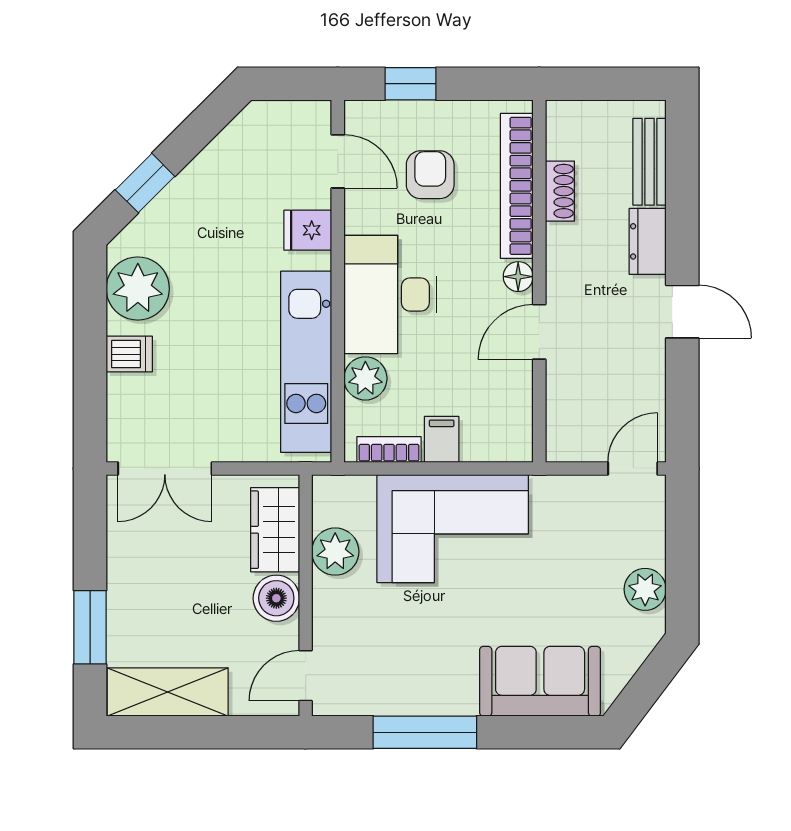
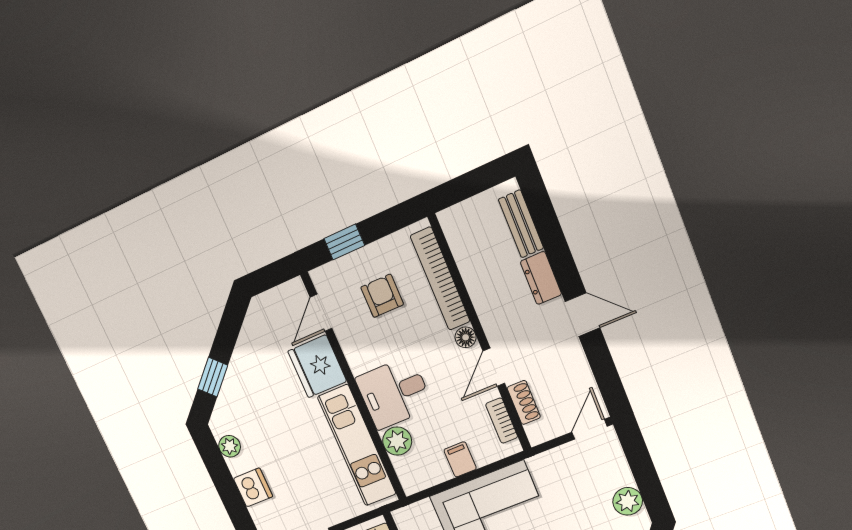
door: (338, 161) -> (321, 313), swing flipped
shoe rack: (560, 191) -> (524, 402), moved
fridge: (308, 230) -> (317, 366), width x1.88, depth x1.34
plant: (138, 288) -> (230, 446), width x0.53, depth x0.53
desk: (390, 295) -> (394, 393), width x0.73
dishwasher: (129, 354) -> (253, 487), width x1.38
bookcase: (389, 450) -> (502, 421), moved, turned -90

